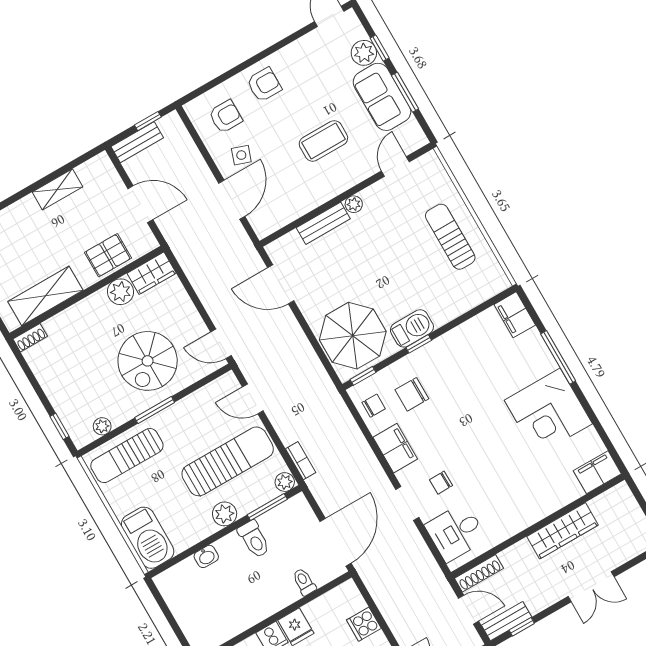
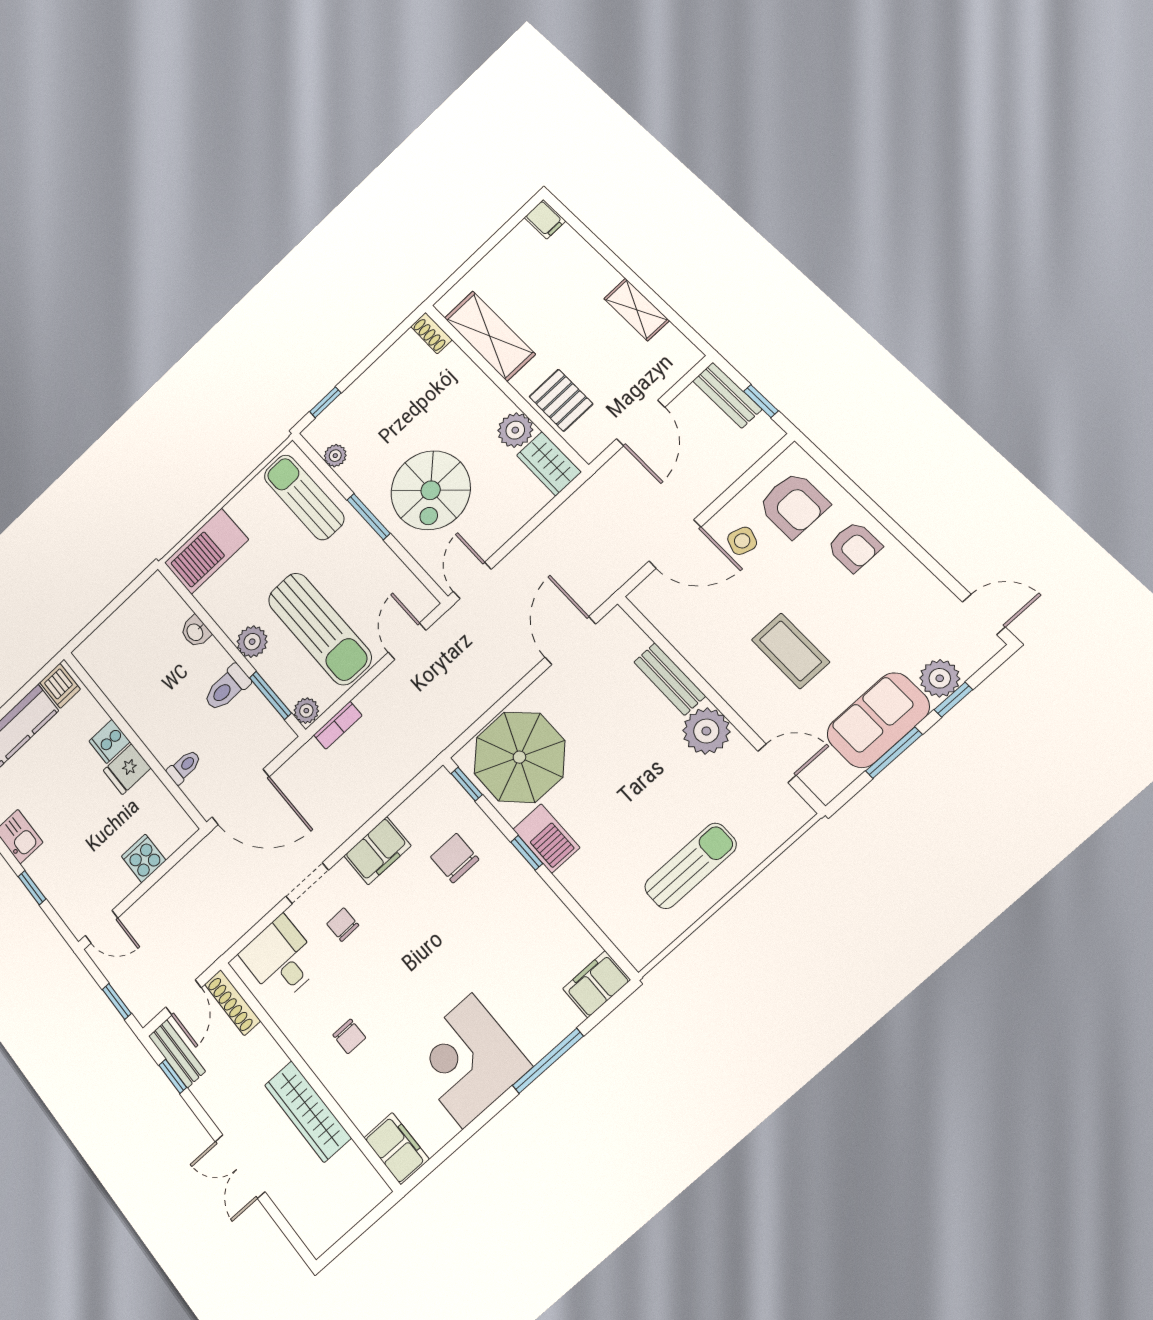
armchair: (226, 116) -> (794, 505), width x1.38, depth x1.38
plant: (354, 204) -> (706, 731), width x1.88, depth x1.88
spiral stairs: (148, 361) -> (431, 490), turned -90
chair: (374, 406) -> (349, 1036), moved

